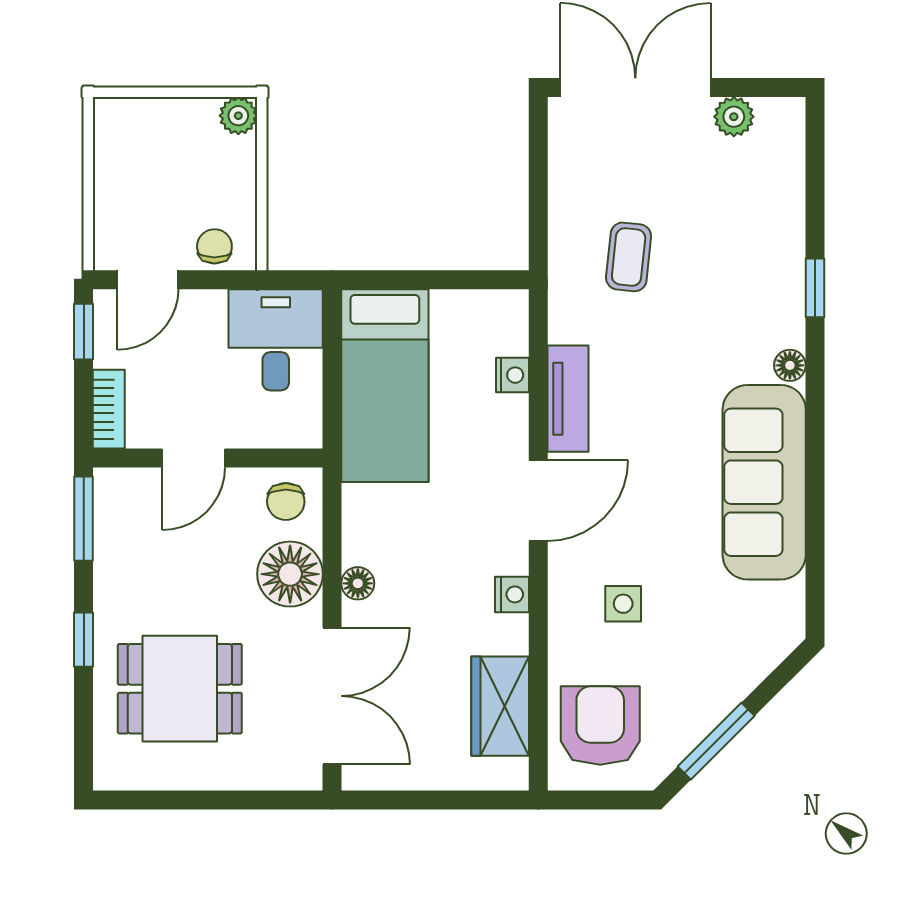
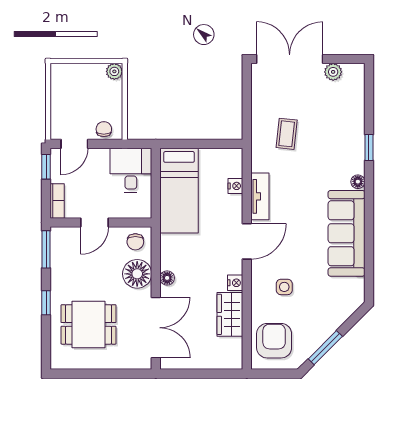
wardrobe: (500, 706) -> (230, 314), moved

